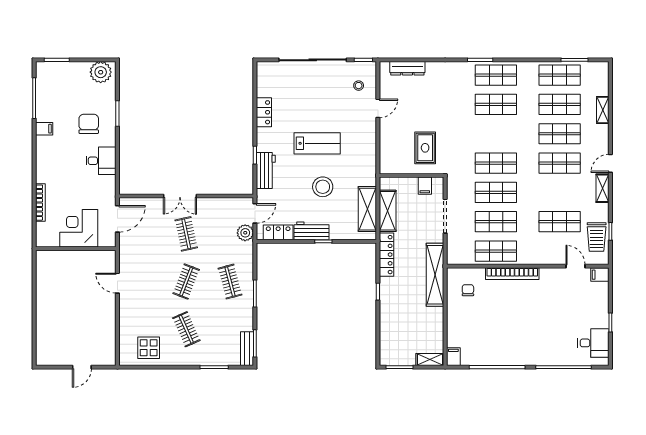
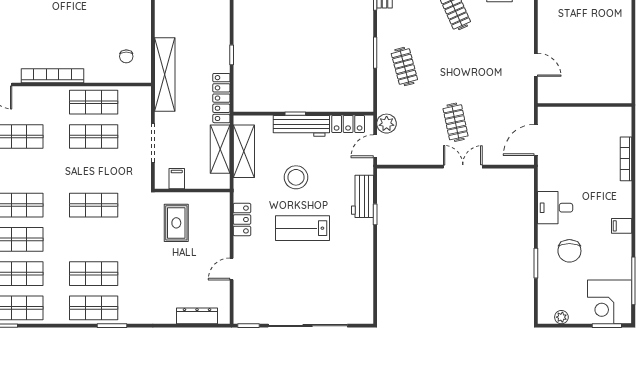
plant: (101, 72) -> (561, 317), width x0.53, depth x0.53
stool: (359, 86) -> (254, 296), removed
locker: (264, 112) -> (242, 220), moved, turned 180
filing cabinet: (44, 129) -> (622, 226), moved
shop shelf: (496, 192) -> (94, 171), removed
corner desk: (79, 228) -> (610, 302), moved, turned 90
workbench: (311, 231) -> (301, 126), width x1.38
bookcase: (512, 274) -> (52, 76), moved
clothes rail: (186, 282) -> (456, 67), removed

